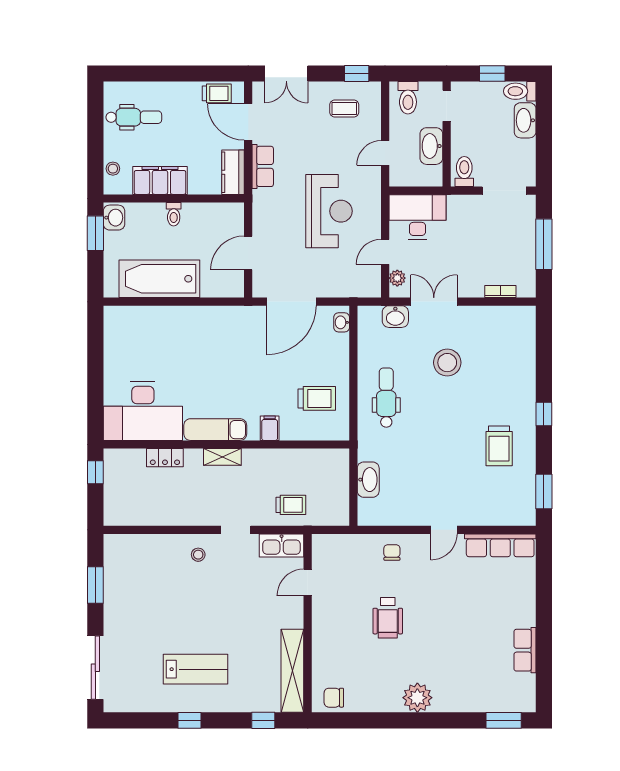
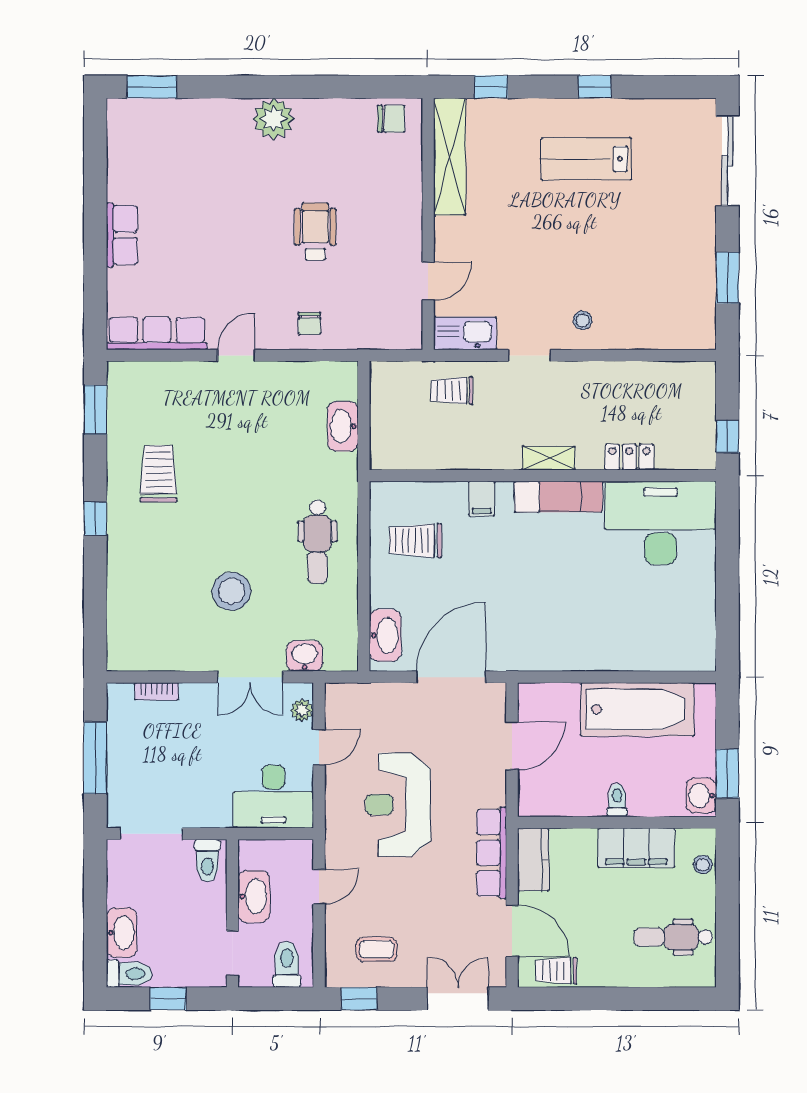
row of seats: (263, 166) -> (492, 853), width x1.48
washbasin: (342, 322) -> (385, 635), width x1.91, depth x1.45
row of seats: (525, 650) -> (122, 235), moved

